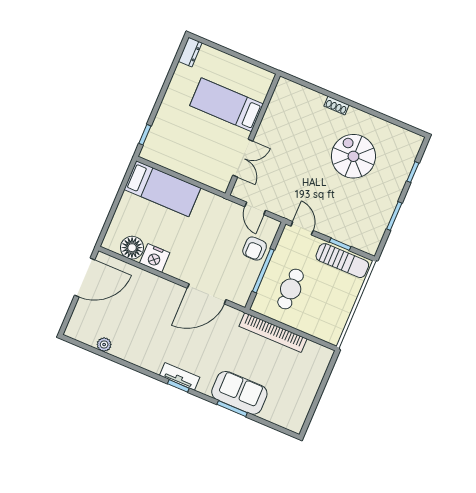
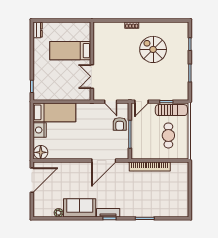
double door: (243, 158) -> (92, 76), swing flipped
door: (302, 228) -> (141, 102), swing flipped
floor lamp: (132, 248) -> (41, 152), moved
nightstand: (155, 258) -> (40, 130), moved, turned 90
cafe table: (291, 289) -> (168, 135), moved
sofa: (239, 393) -> (80, 208), moved

